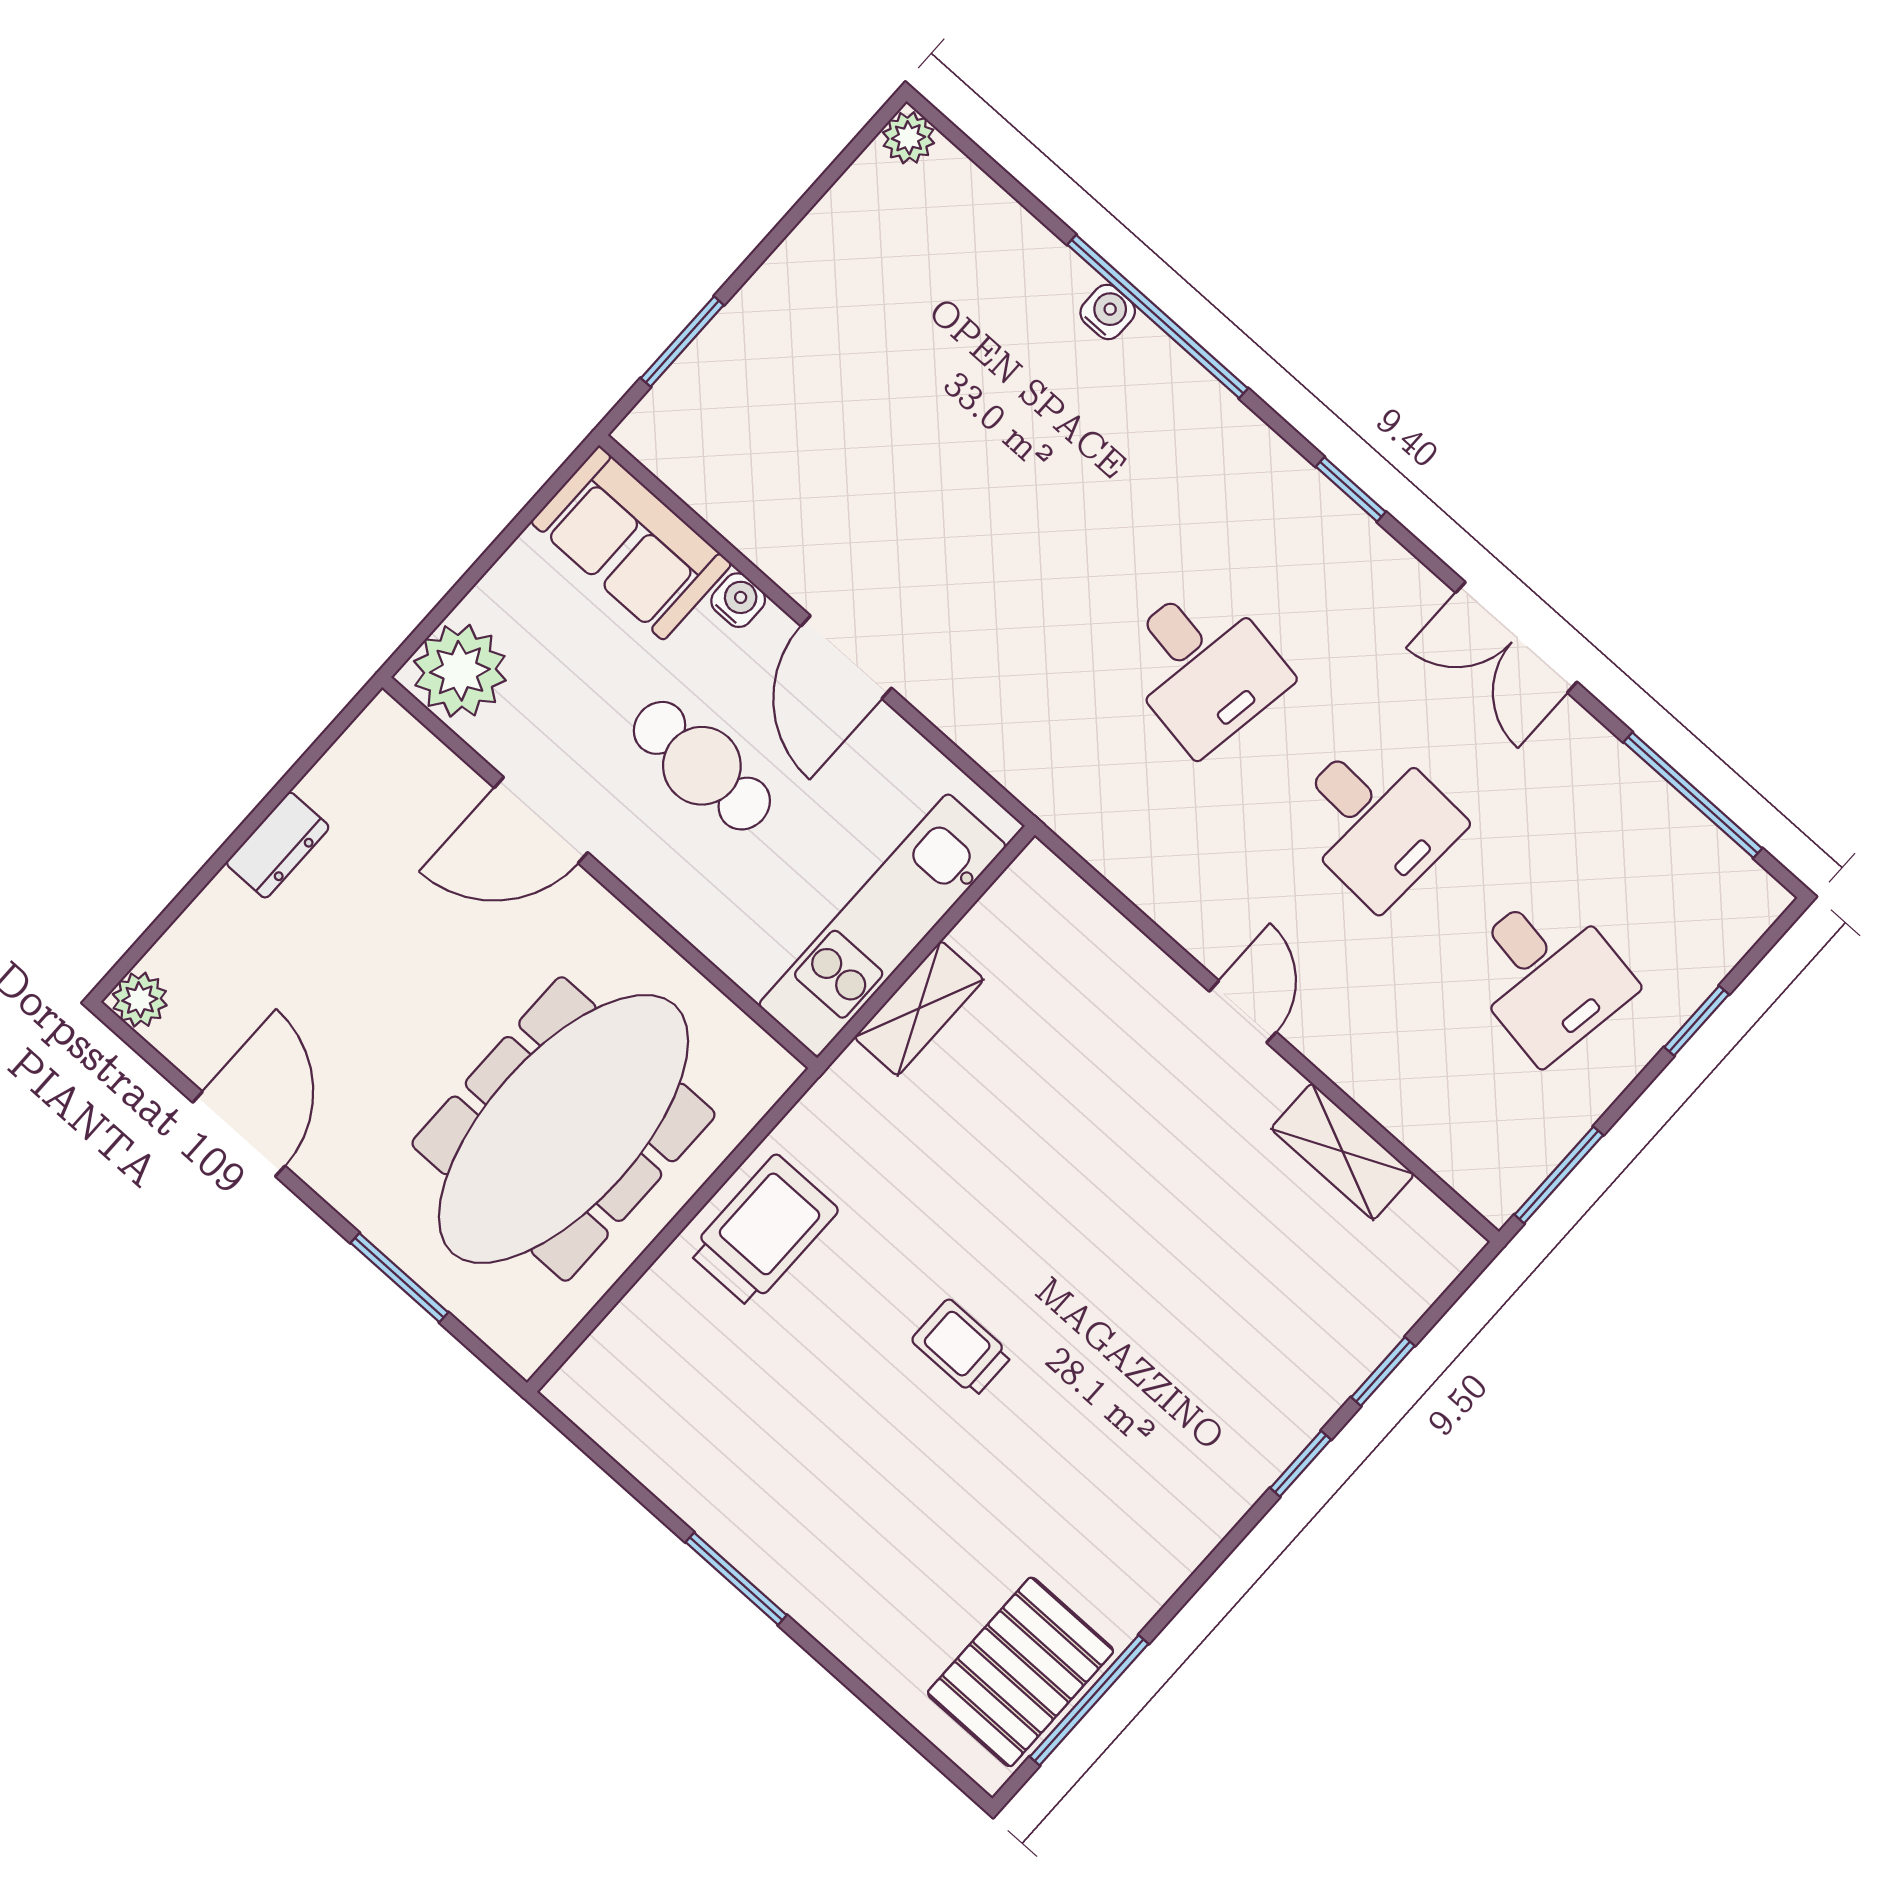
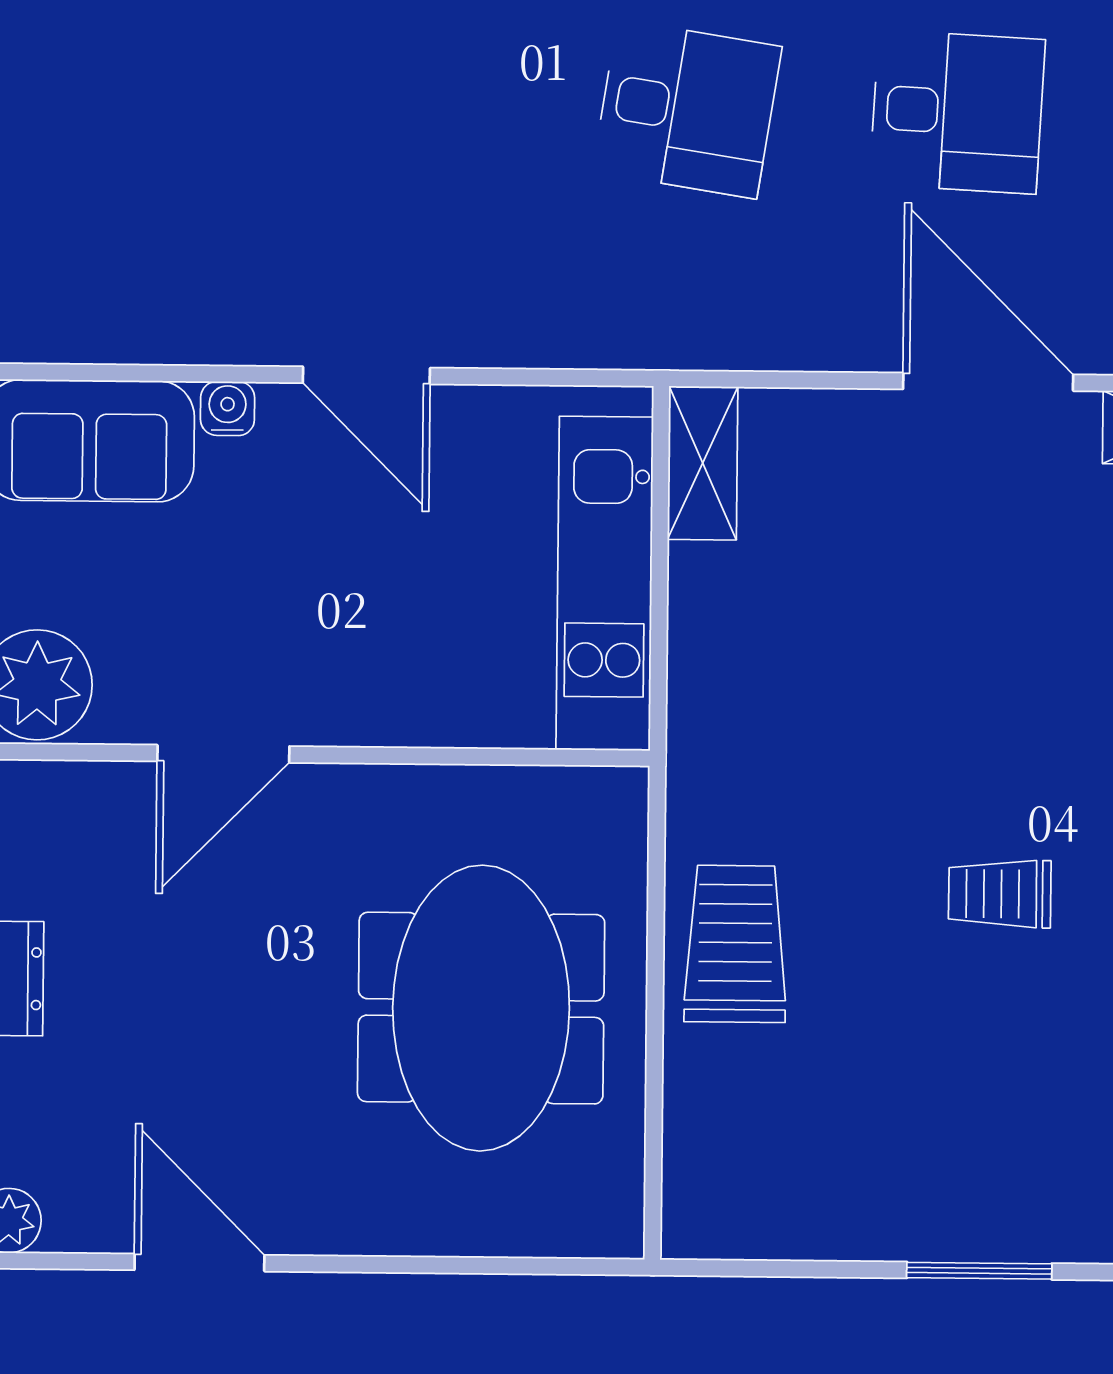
cafe table: (702, 766) -> (323, 582), removed
shelving: (919, 1008) -> (703, 463), moved
door: (1243, 1012) -> (988, 382), width x1.88
meeting table: (564, 1129) -> (481, 1008), width x0.73
window: (399, 1278) -> (451, 1265), removed

